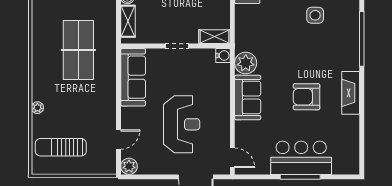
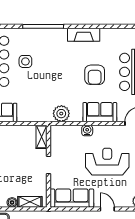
water cooler: (223, 55) -> (87, 131), moved
sofa: (248, 97) -> (100, 112), moved
armchair: (307, 97) -> (95, 75), moved
door: (118, 139) -> (107, 209), moved

